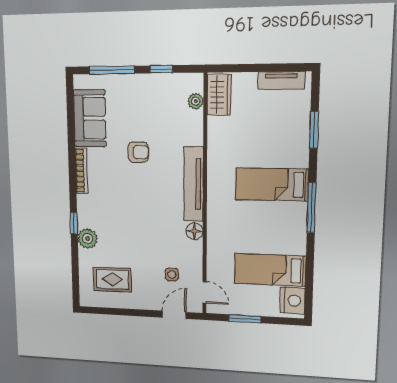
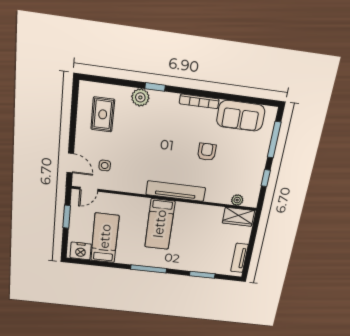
armchair: (138, 152) -> (207, 152), turned 180
bed: (272, 184) -> (160, 224), moved, turned 180
floor lamp: (194, 231) -> (139, 187), removed

